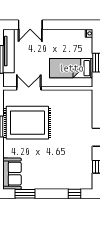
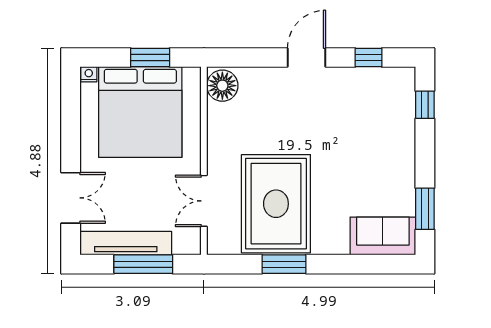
bed: (71, 68) -> (140, 112), width x2.04
floor lamp: (84, 97) -> (222, 86), added

